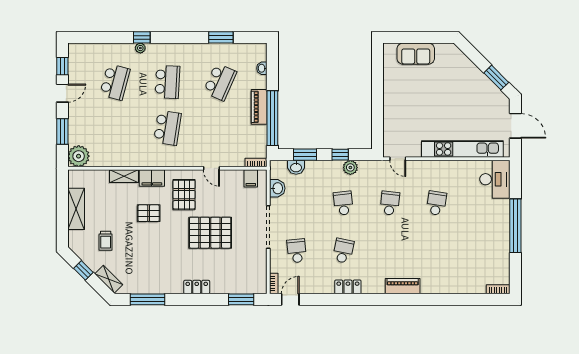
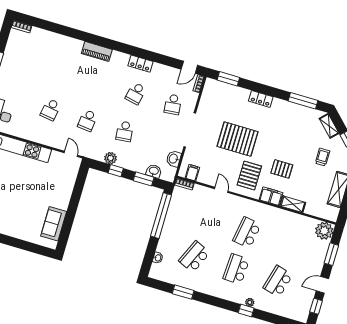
sofa: (416, 54) -> (54, 224), moved, turned -90
piano: (259, 107) -> (169, 228), removed

